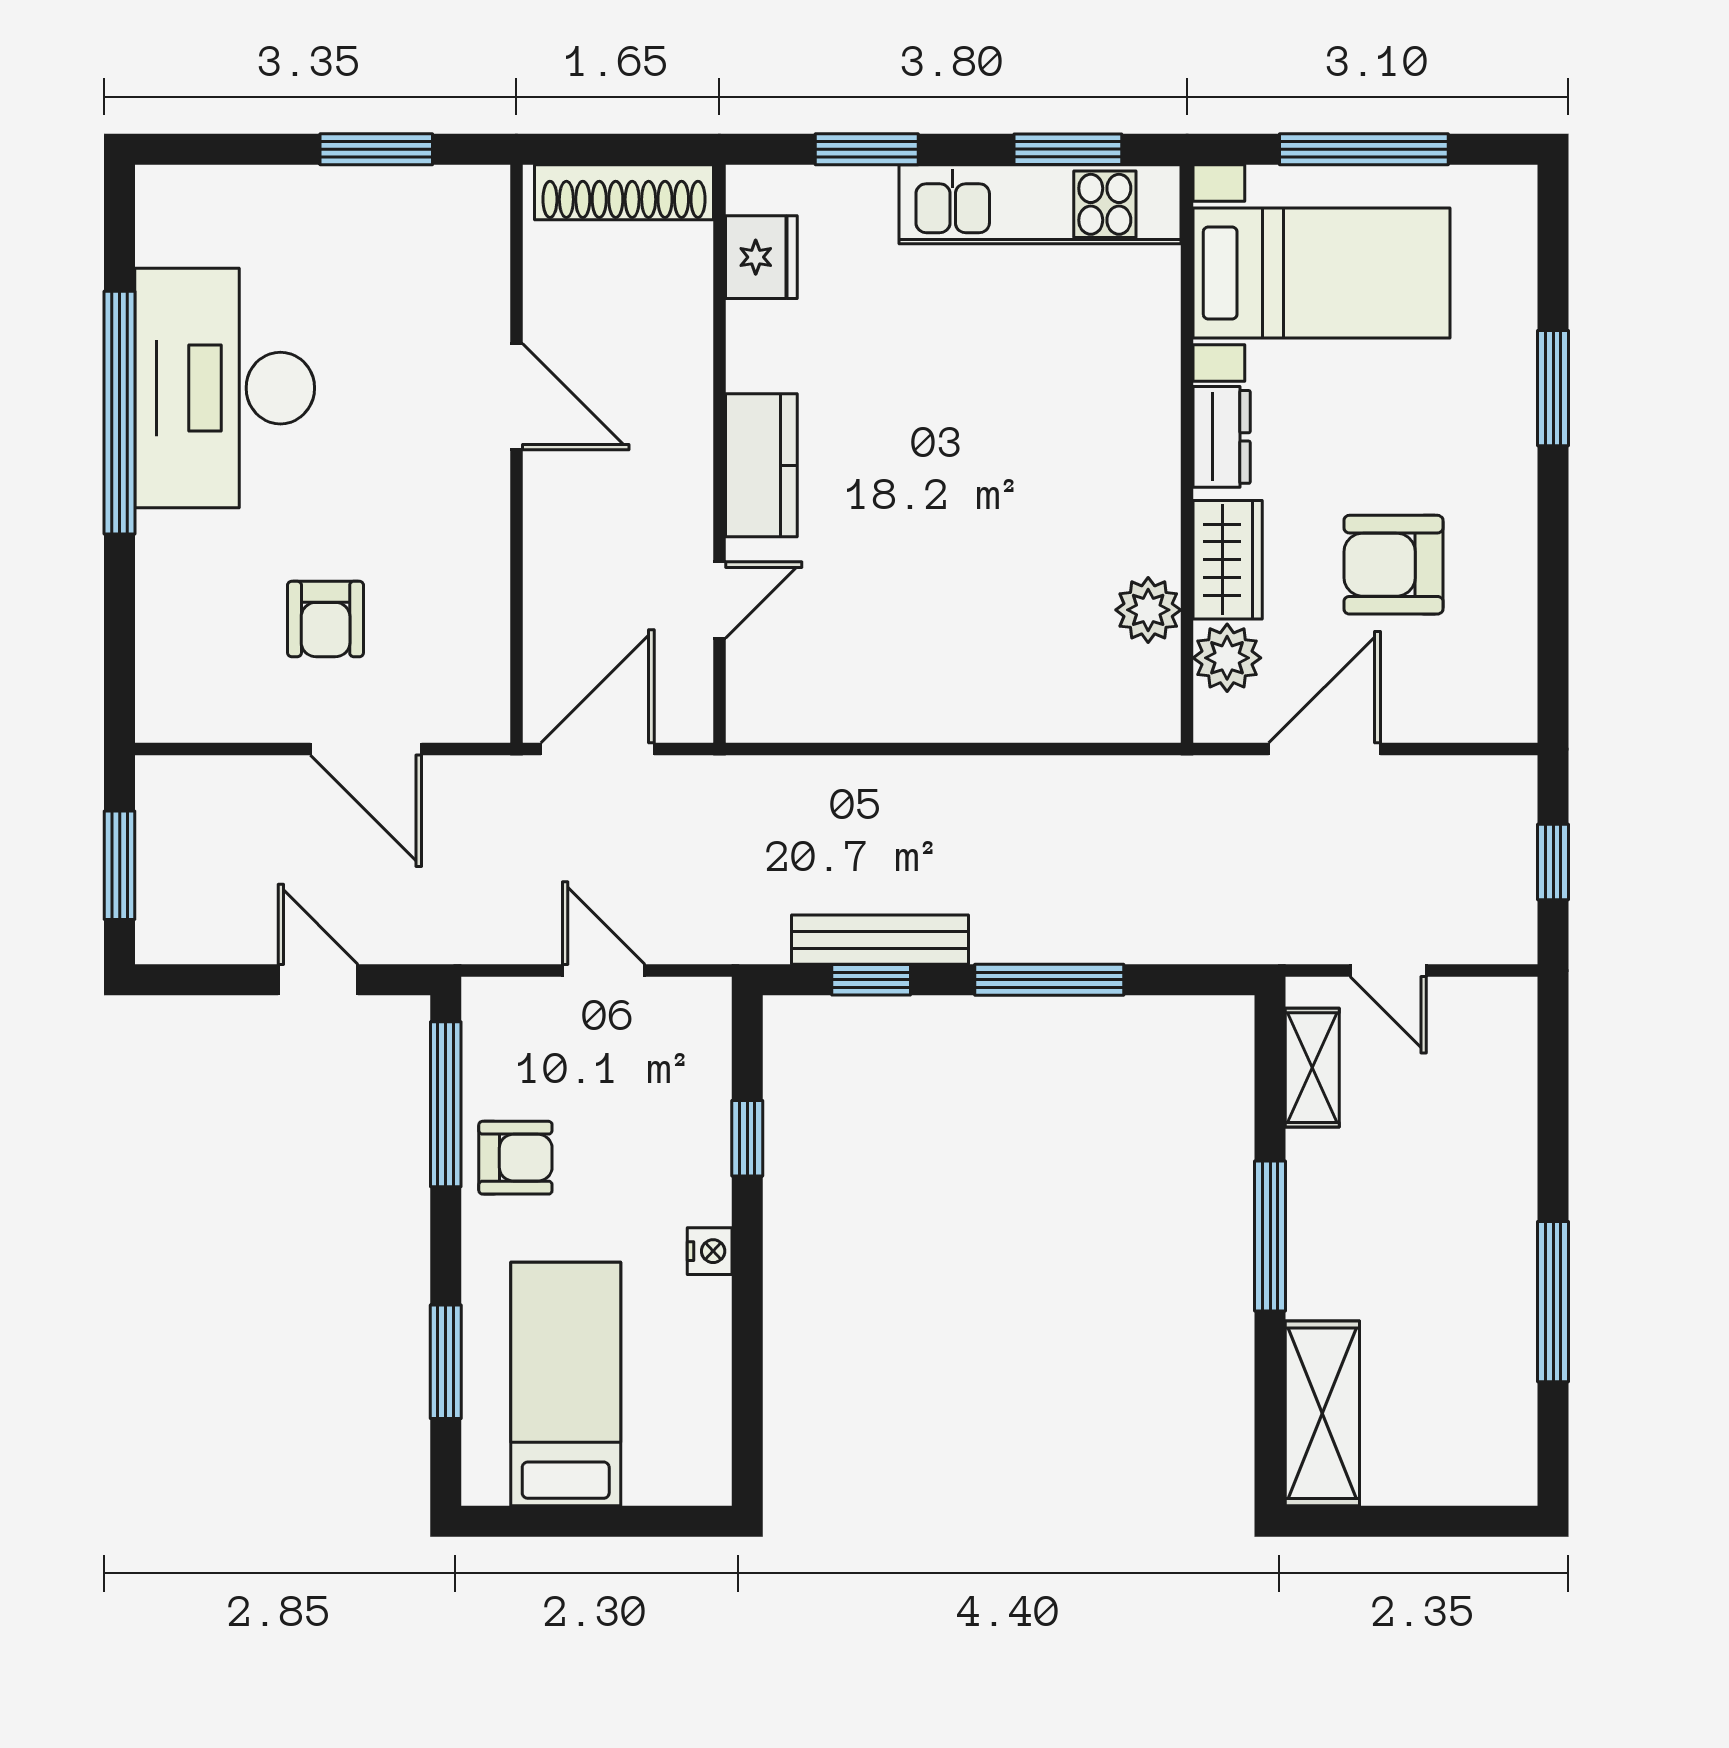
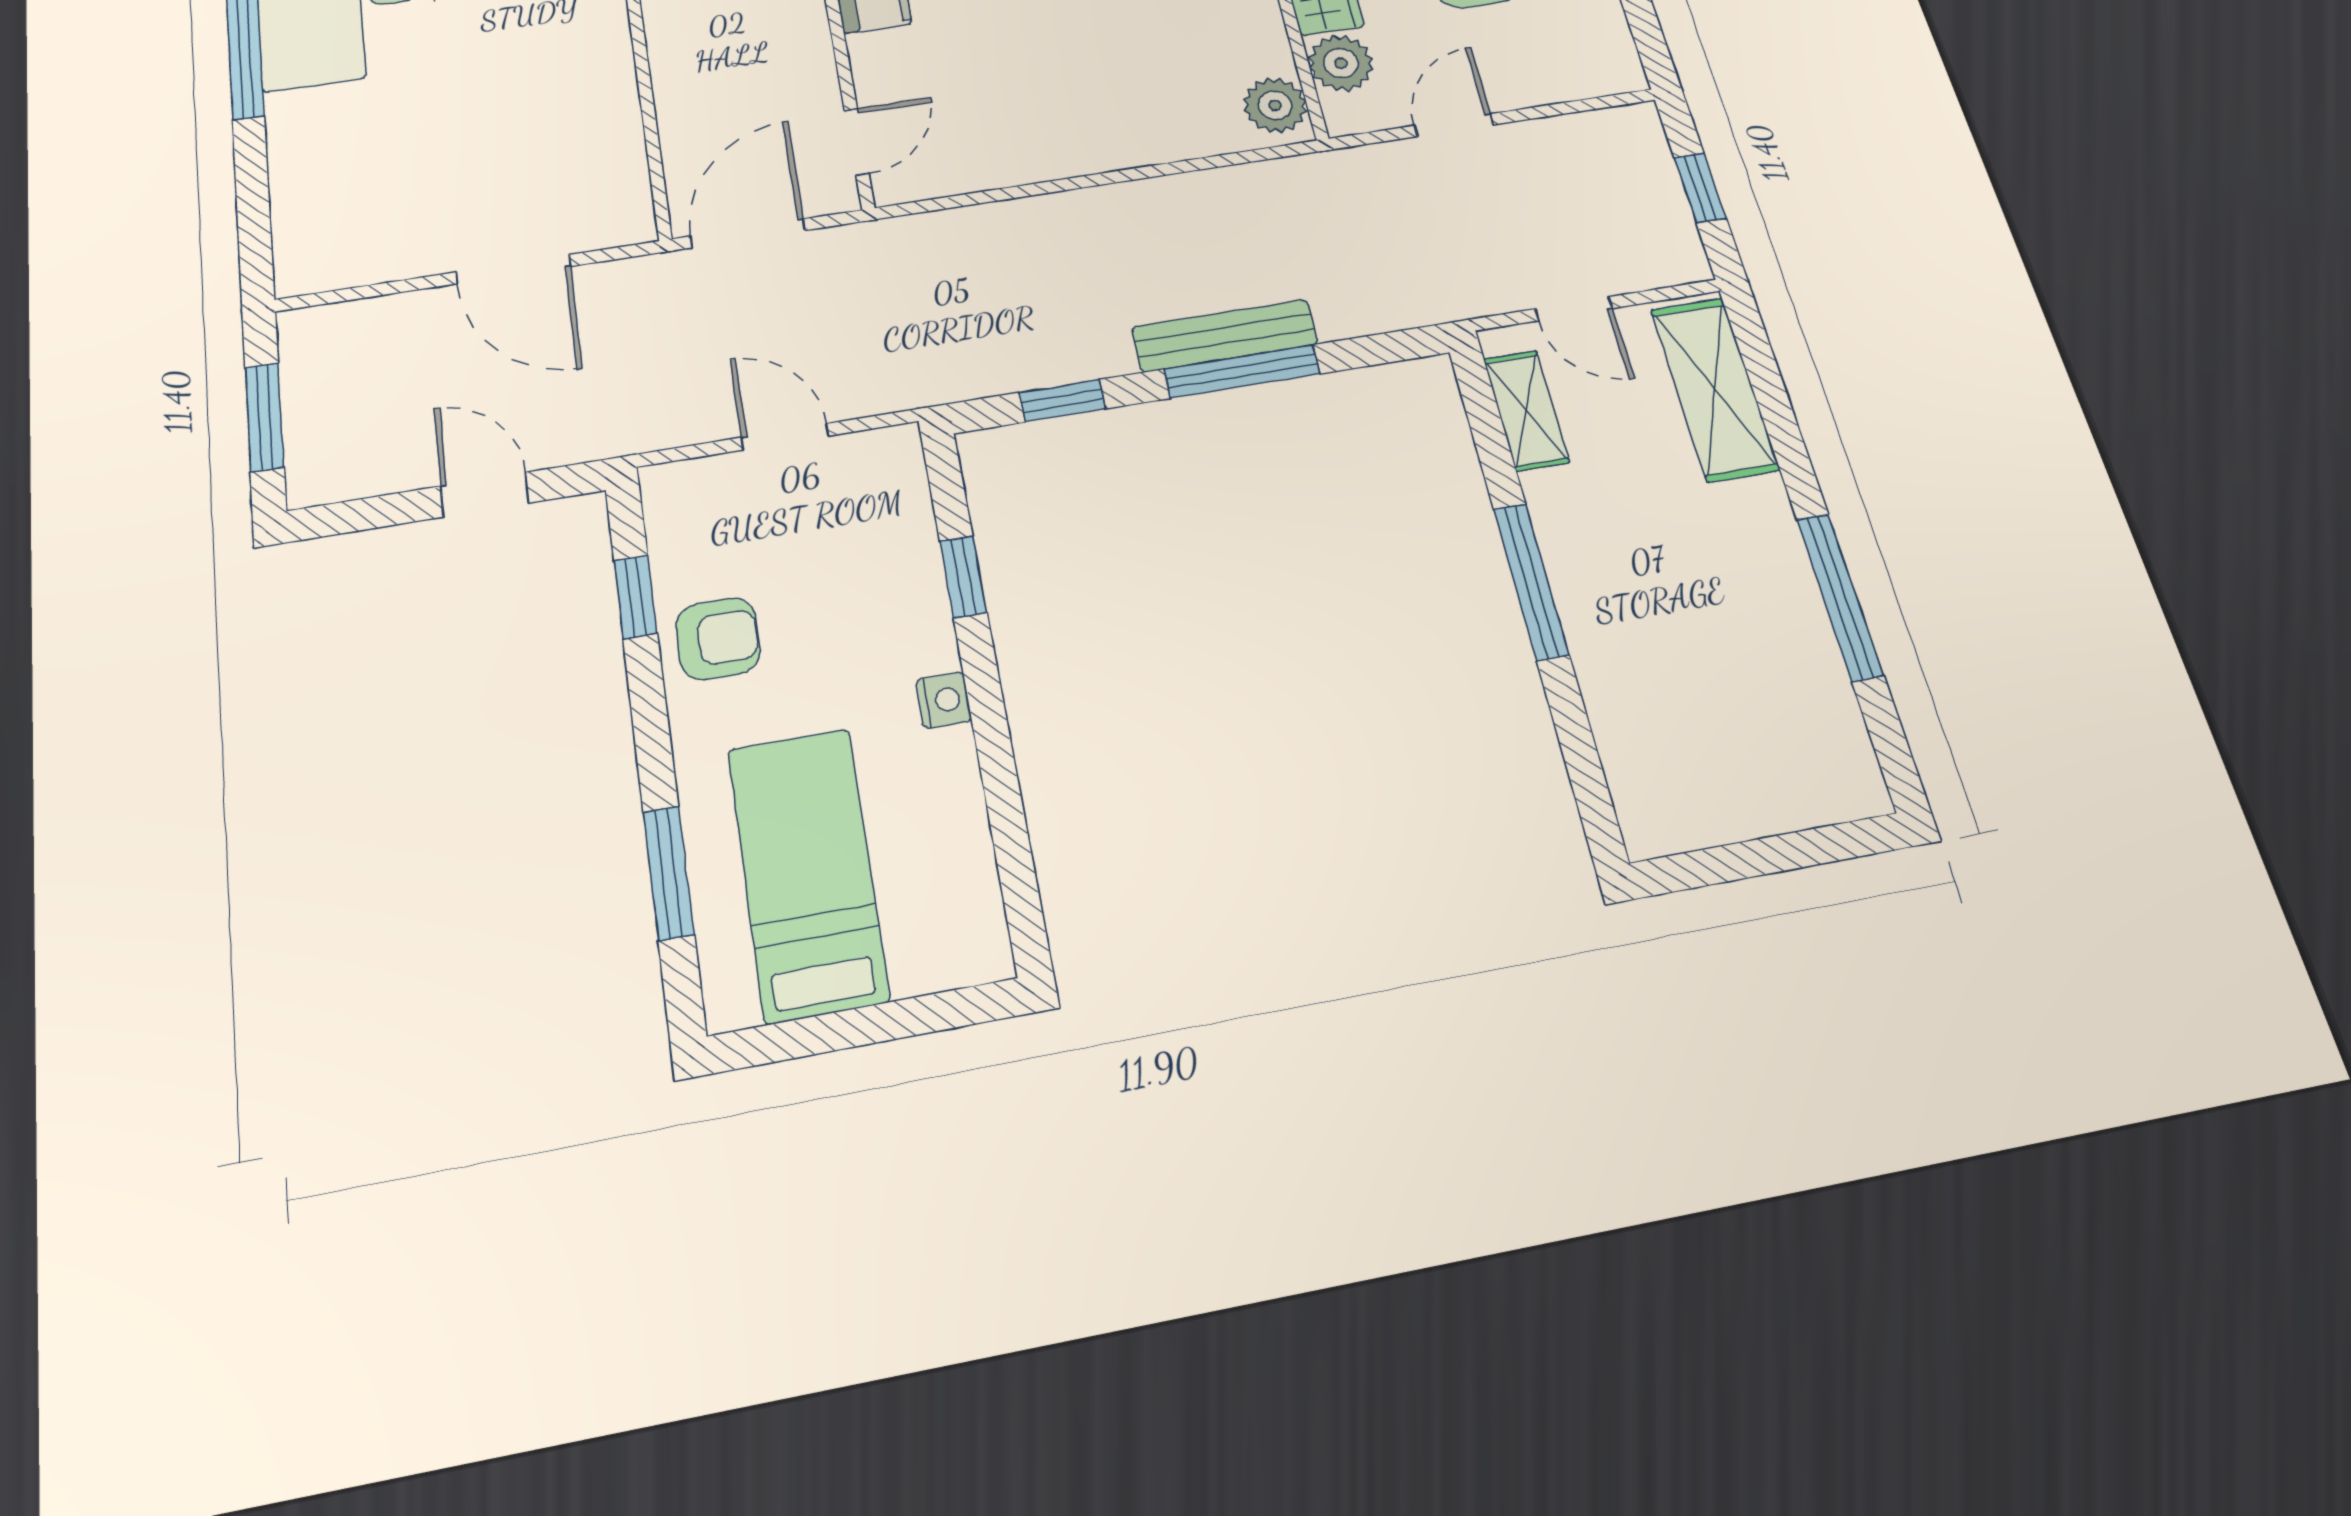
door: (719, 600) -> (857, 142), moved
plant: (1148, 610) -> (1275, 105), moved
armchair: (326, 619) -> (461, 160), removed
door: (1324, 749) -> (1454, 125), width x0.73
bench: (880, 940) -> (1225, 336), moved
window: (446, 1104) -> (635, 597), width x0.46
shelving: (1322, 1413) -> (1715, 389), moved

